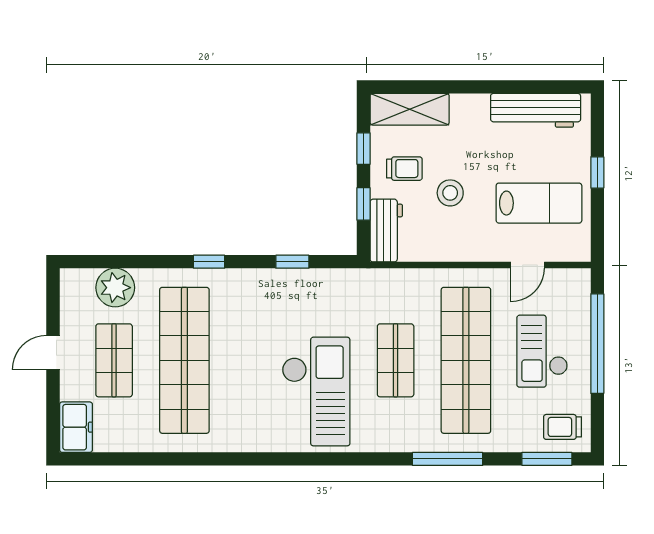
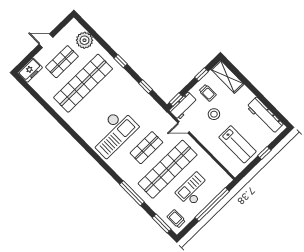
window: (364, 204) -> (176, 99), moved
door: (528, 265) -> (184, 127), moved

